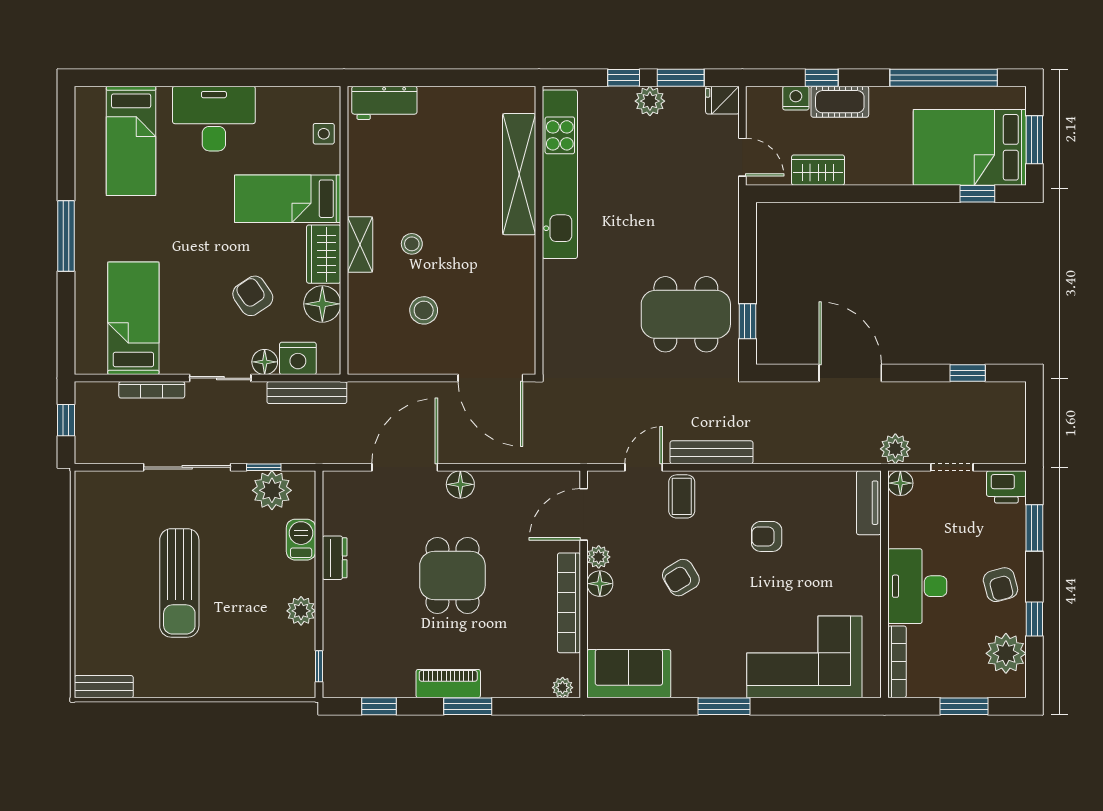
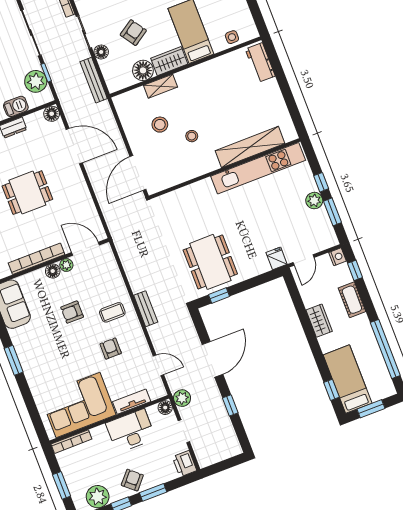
window: (822, 78) -> (355, 270), moved
nightstand: (796, 98) -> (338, 257), moved
fridge: (722, 100) -> (277, 258), moved
bed: (970, 147) -> (348, 379), width x0.67
wardrobe: (818, 170) -> (319, 321), moved
stool: (412, 244) -> (192, 136), moved
shelving: (360, 245) -> (161, 86), moved
nightstand: (298, 358) -> (110, 69), removed
window: (968, 373) -> (230, 405), moved
bench: (712, 452) -> (146, 309), width x0.73
door: (644, 467) -> (158, 365), moved
floor lamp: (460, 484) -> (52, 114), moved
coffee table: (682, 496) -> (112, 312), moved
tv unit: (869, 503) -> (132, 402), moved
window: (1034, 528) -> (153, 492), moved
armchair: (681, 578) -> (72, 312), turned -59
armchair: (1000, 585) -> (132, 480), turned 146
desk: (917, 586) -> (131, 431), moved
corner sofa: (804, 657) -> (78, 405), moved, turned -90

